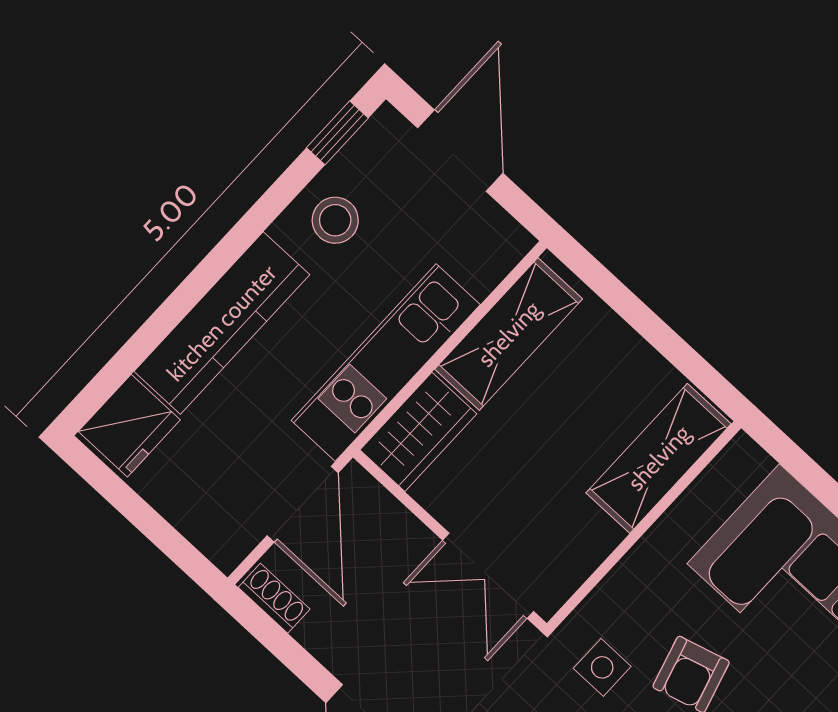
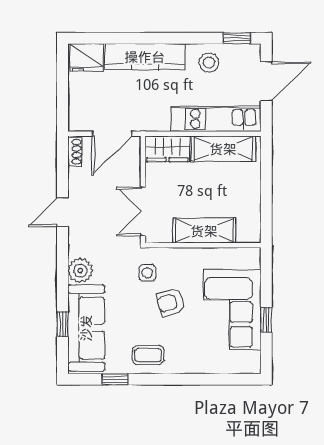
kitchen unit: (386, 363) -> (216, 119), moved
shelving: (659, 458) -> (204, 231), moved

